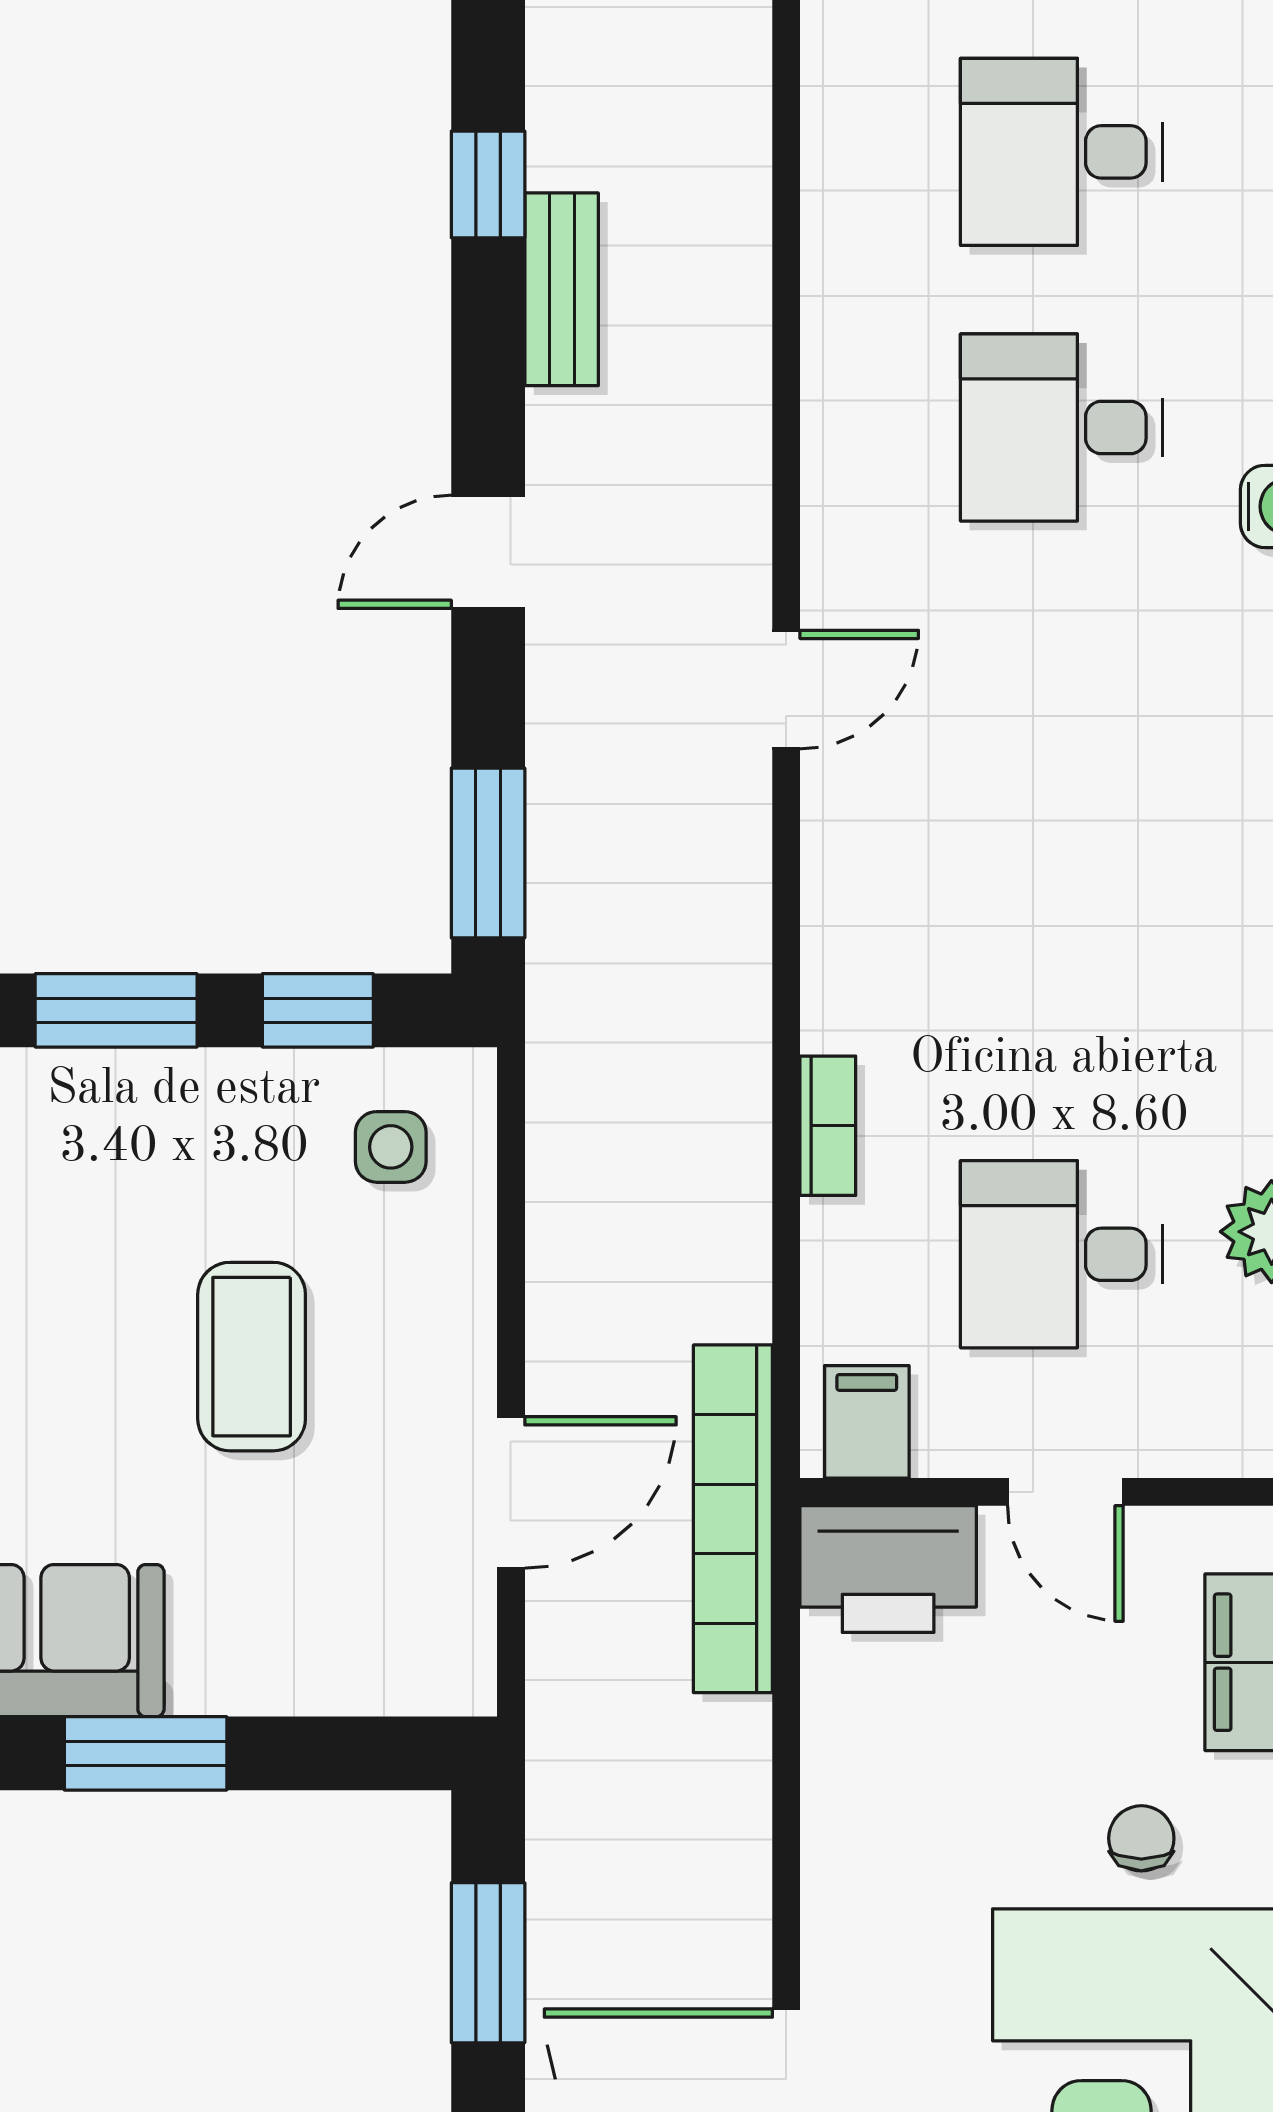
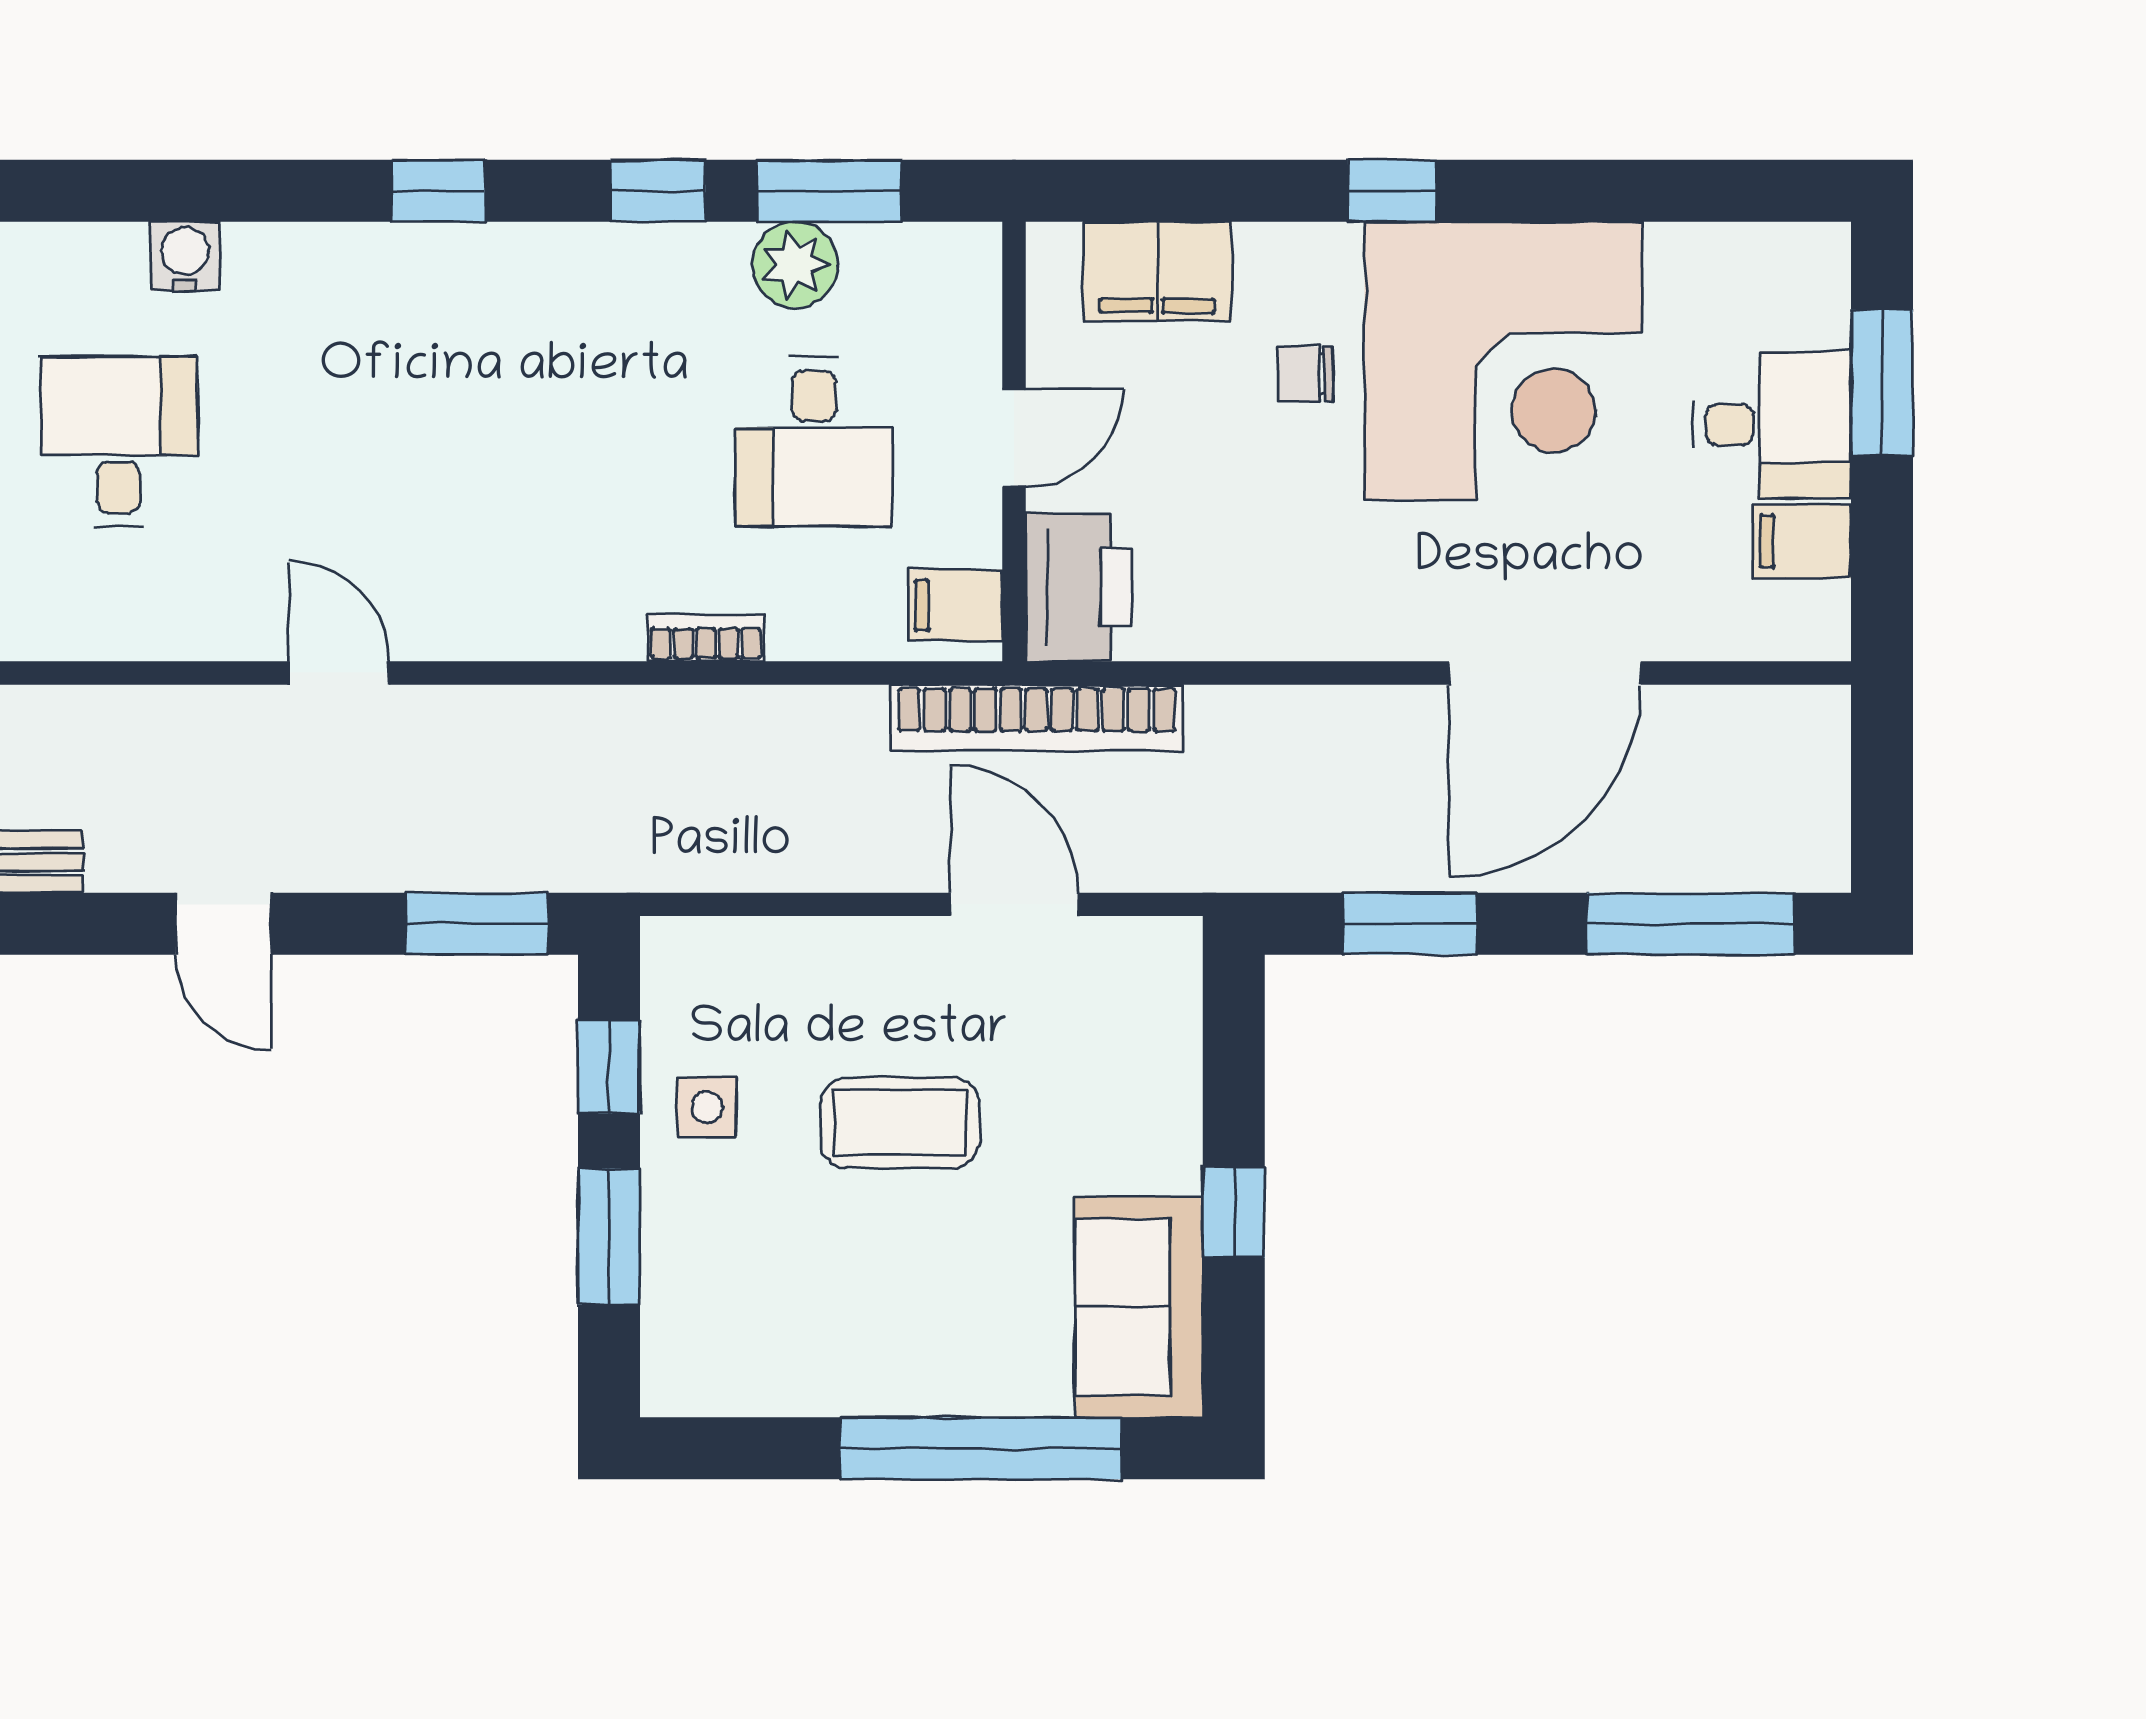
desk: (1061, 427) -> (119, 441), turned 180
side table: (391, 1147) -> (707, 1107), moved
window: (146, 1753) -> (1234, 1212), width x0.67

